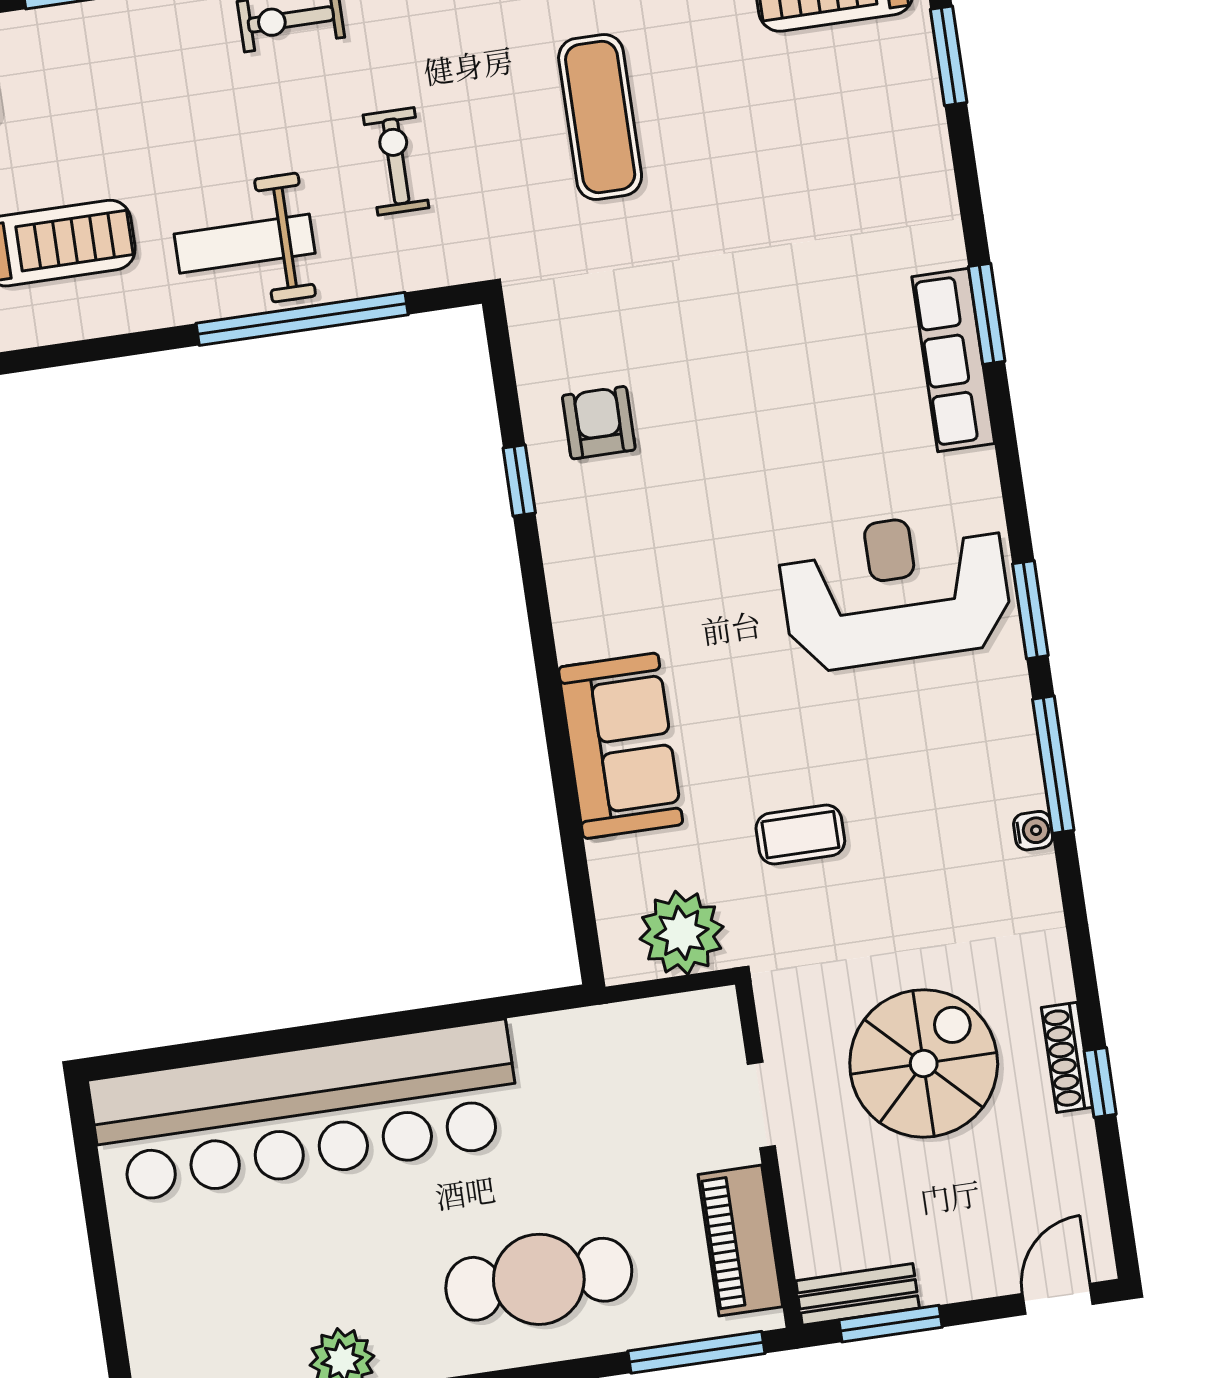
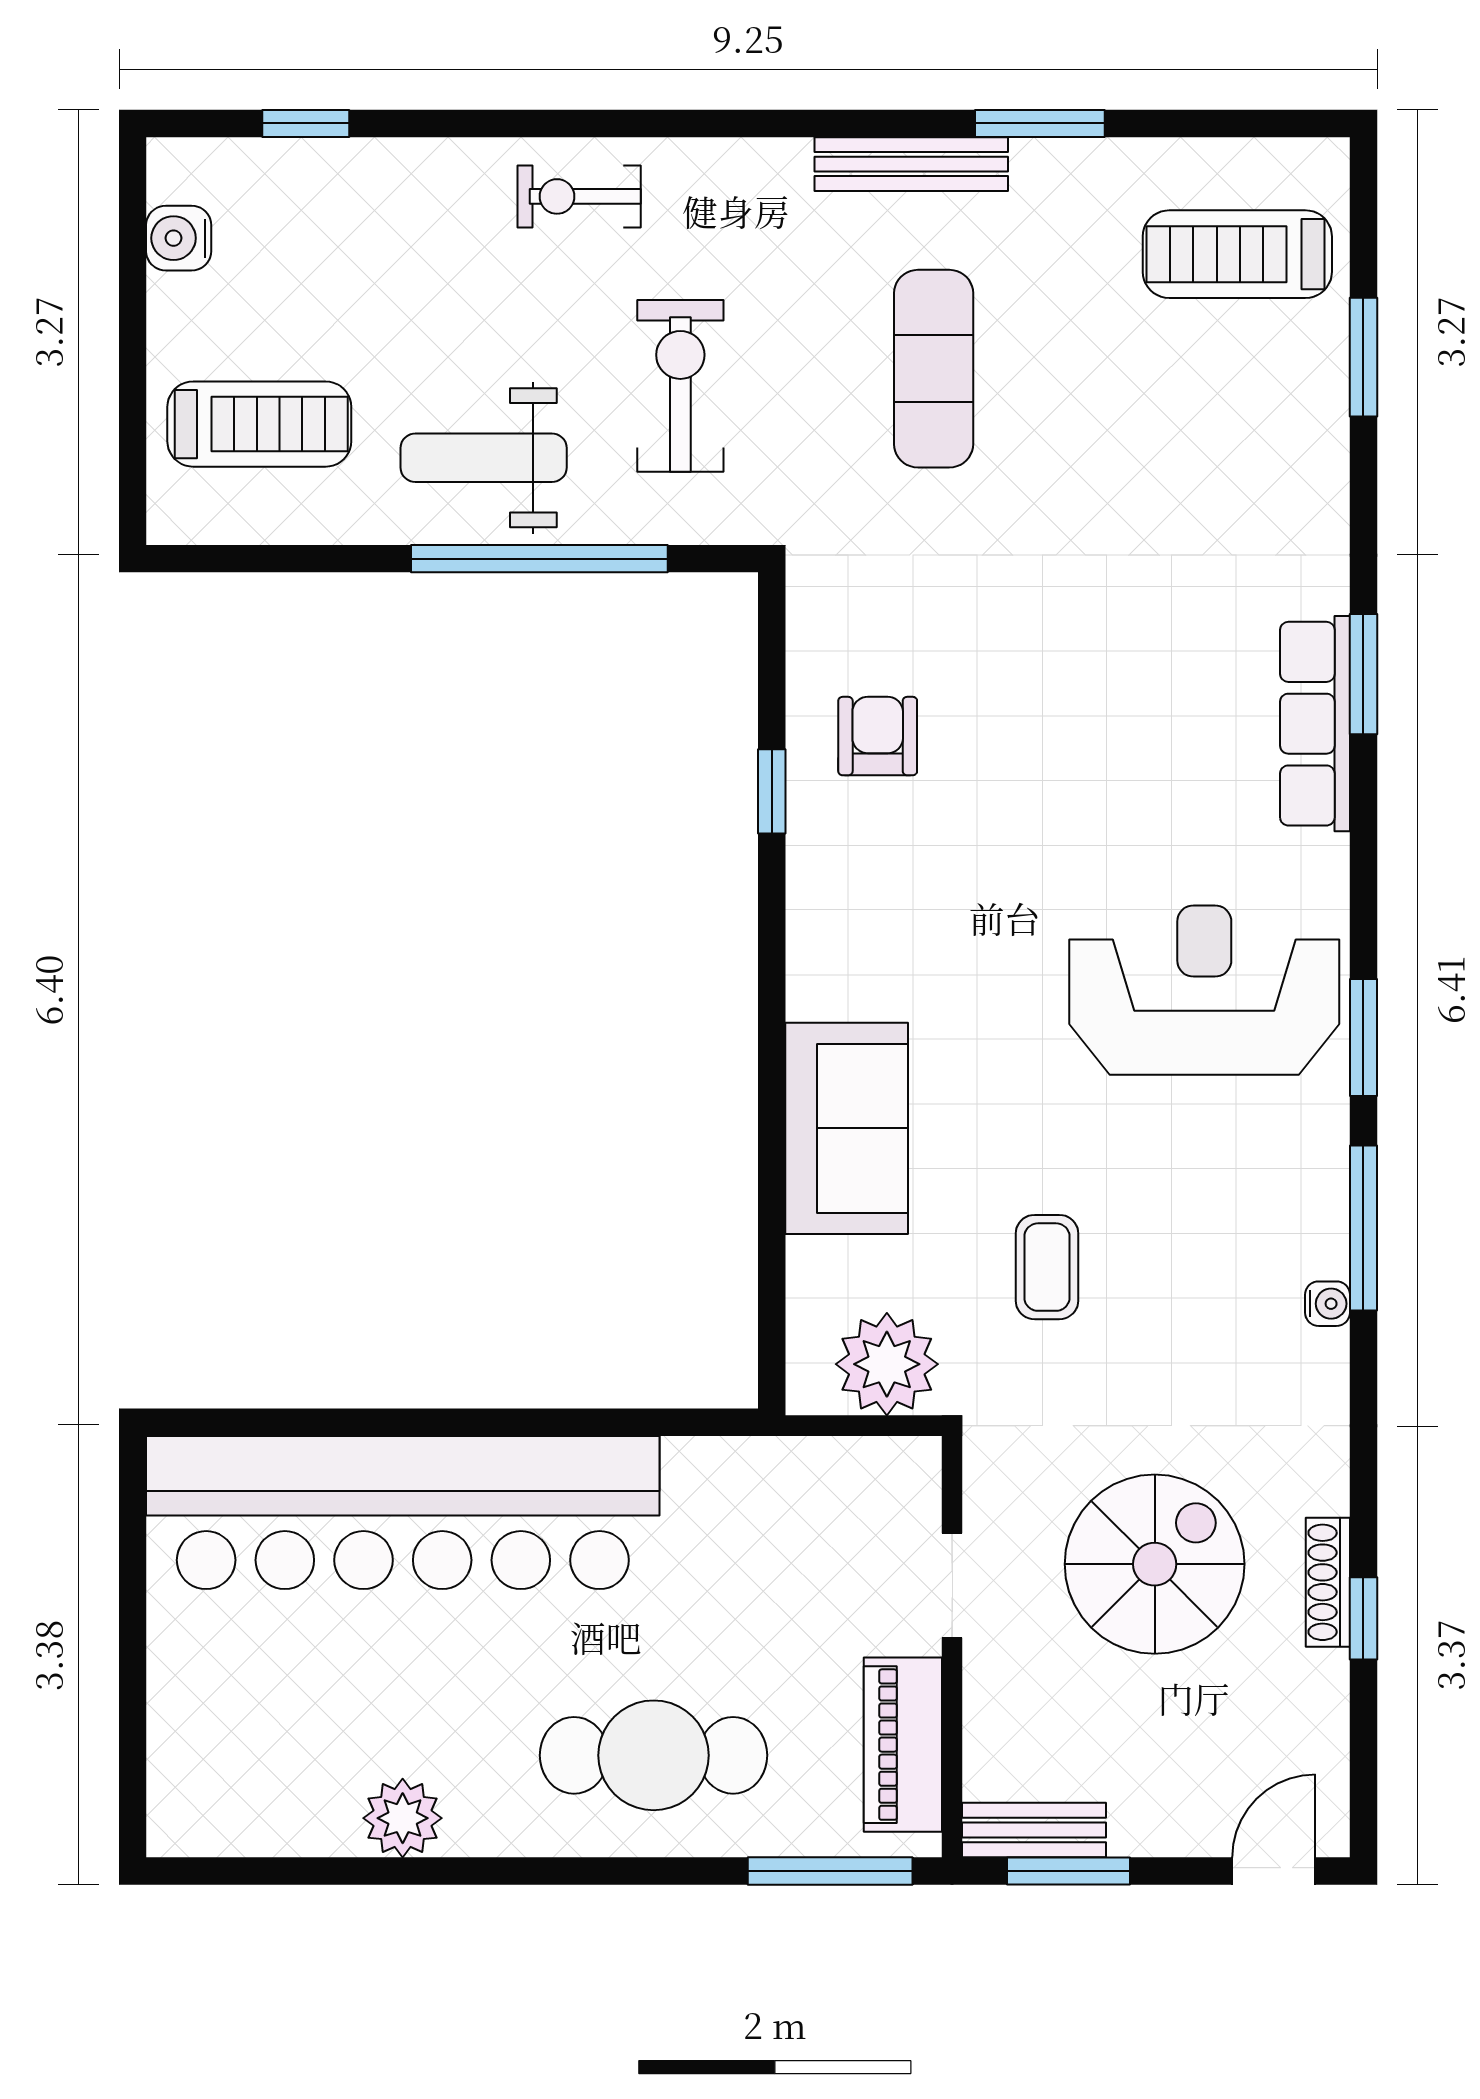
exercise bike: (396, 161) -> (680, 386), width x1.38, depth x1.39
coffee table: (800, 835) -> (1047, 1267), turned 90

